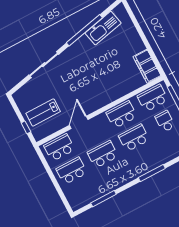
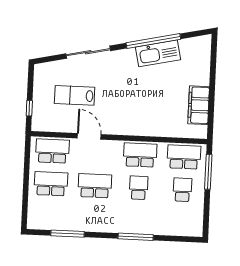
kitchen sink: (103, 28) -> (158, 53), moved
filing cabinet: (147, 66) -> (199, 105), moved
lab bench: (43, 112) -> (75, 95), moved
door: (79, 122) -> (89, 136), hinge flipped
school desk: (134, 138) -> (139, 188), width x0.54

